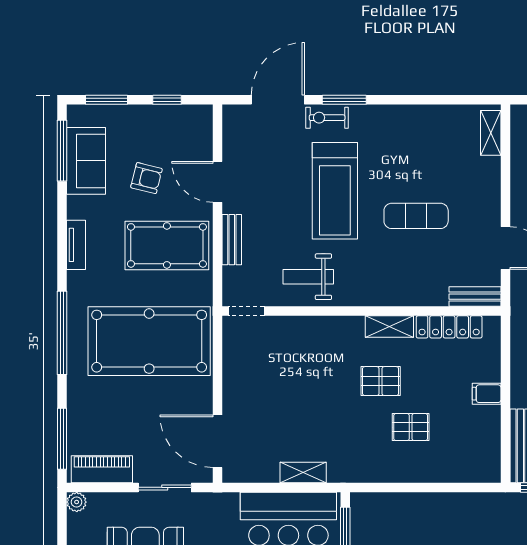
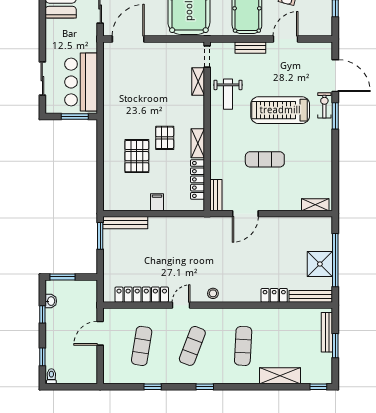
exercise mat: (416, 216) -> (265, 159), turned 90
weight bench: (308, 277) -> (228, 94), turned 180
pallet: (411, 427) -> (137, 156), width x1.50, depth x1.42
shelving: (303, 472) -> (198, 82), moved

